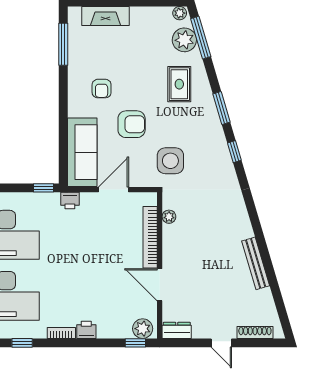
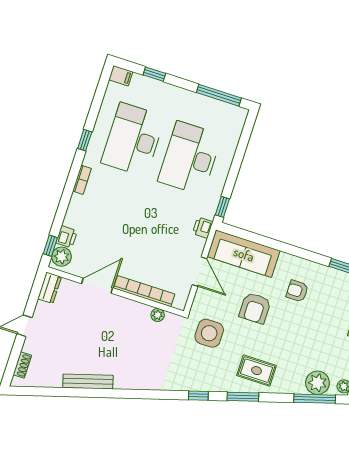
rug: (179, 84) -> (256, 371), moved
printer: (86, 330) -> (67, 237), moved
shoe rack: (255, 332) -> (22, 365), width x0.70

